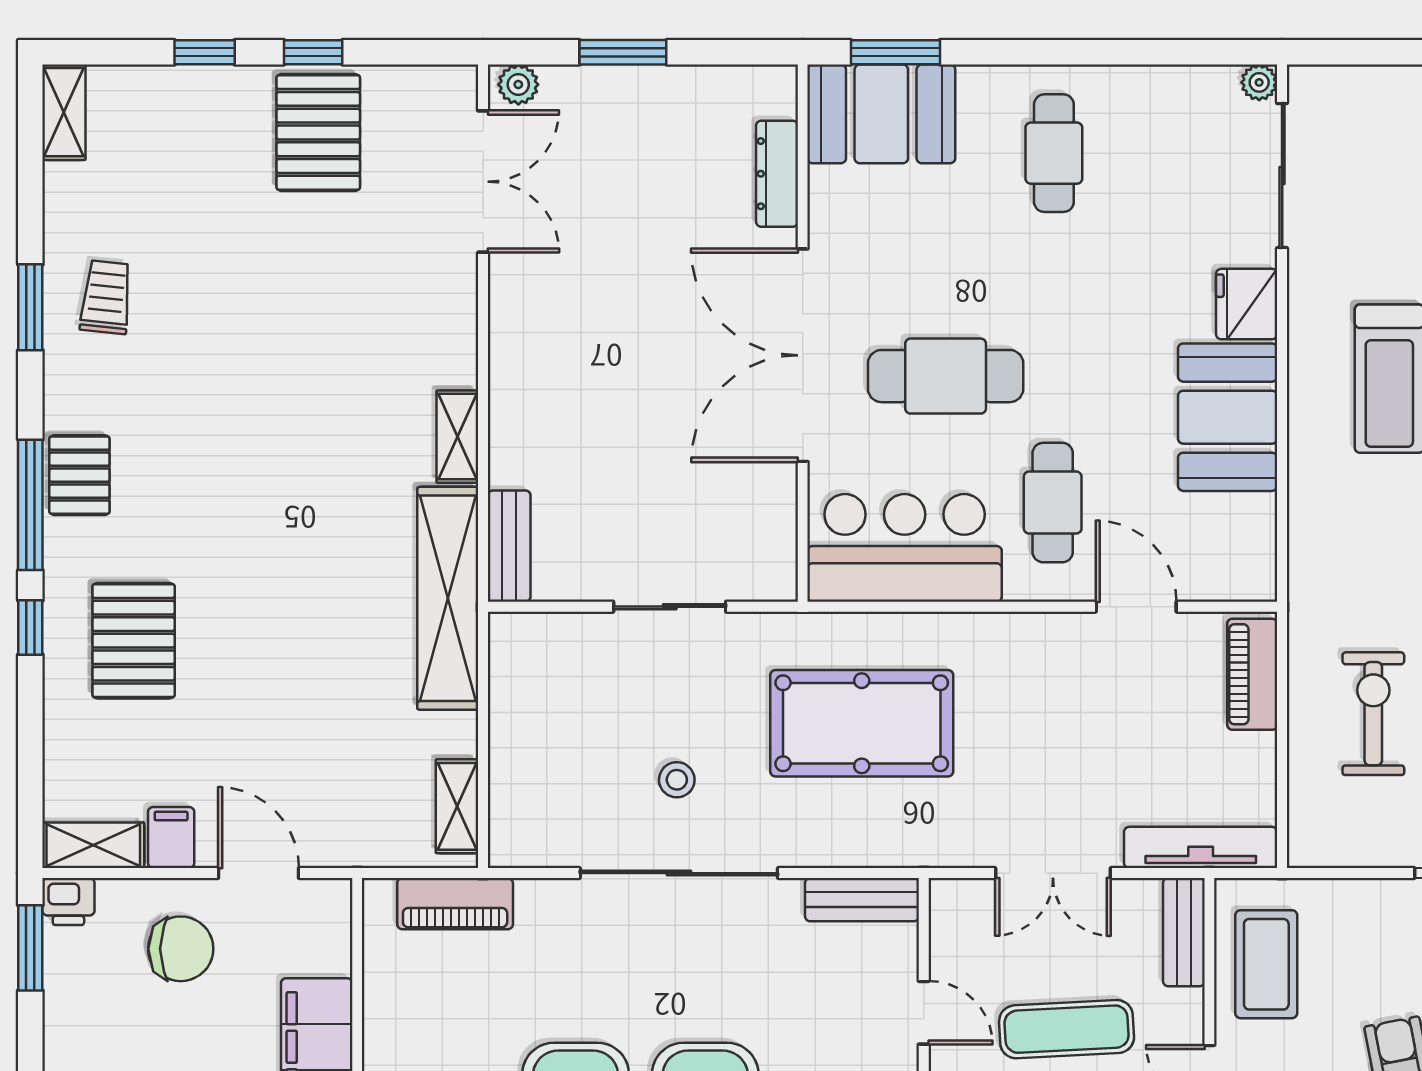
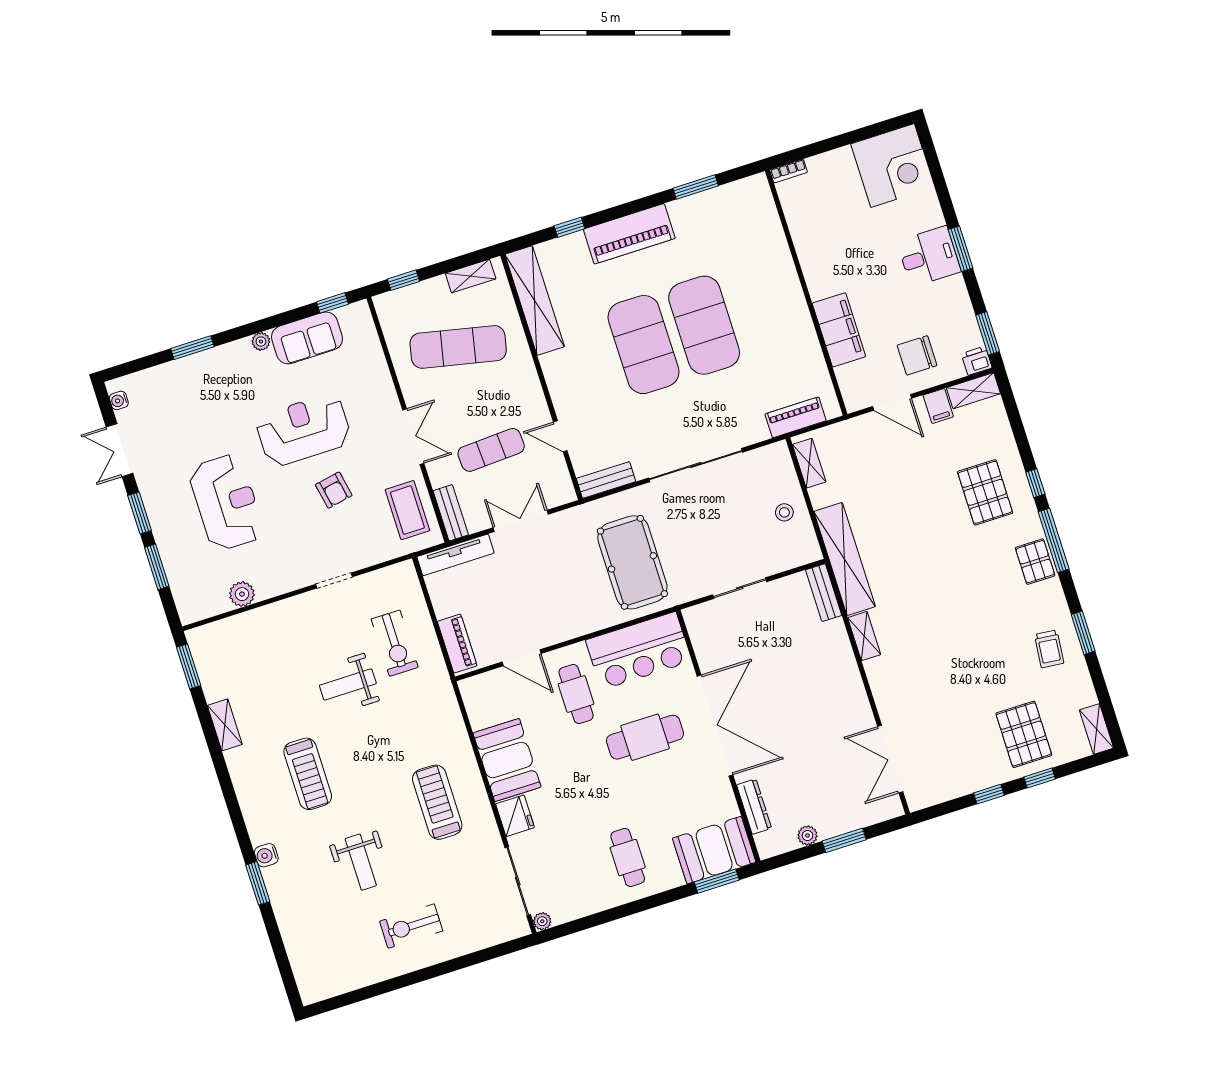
plant: (518, 84) -> (807, 835), moved
pallet: (318, 132) -> (1024, 734), moved
pool table: (862, 723) -> (632, 562), turned 90
stool: (677, 780) -> (784, 512), moved

